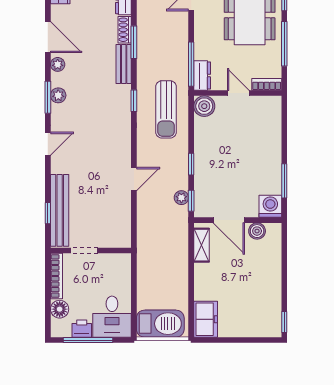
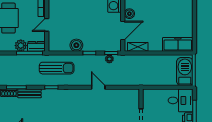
plant: (204, 49) -> (21, 46), added
boiler: (204, 106) -> (76, 45), moved
freezer: (206, 319) -> (178, 44), width x1.40

